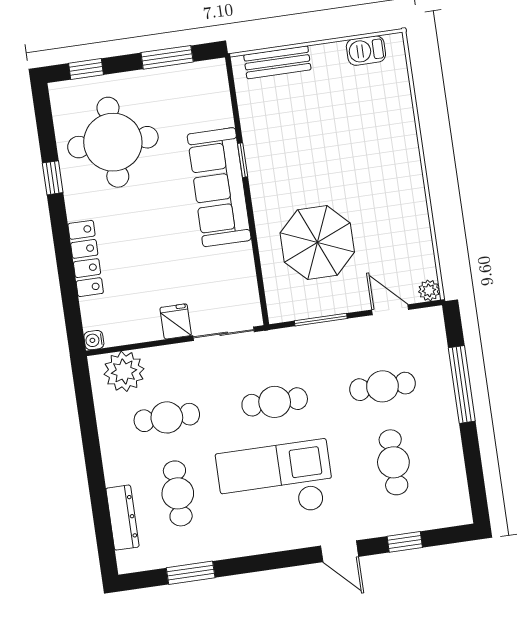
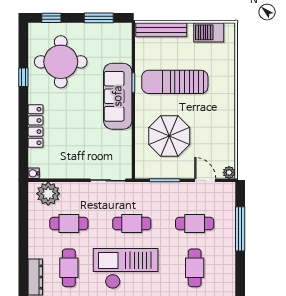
barbecue: (366, 51) -> (209, 32), width x1.38, depth x1.27
bench: (277, 62) -> (161, 30), width x1.36
sun lounger: (314, 148) -> (175, 82), added
fridge: (176, 321) -> (82, 169), removed

